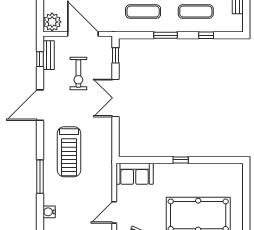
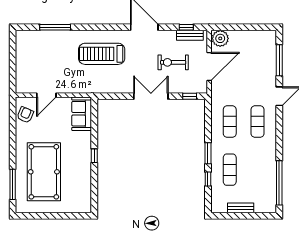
window: (165, 35) -> (208, 153), moved
window: (40, 177) -> (55, 27), moved
water cooler: (49, 212) -> (47, 36), removed
door: (114, 212) -> (46, 95), swing flipped

